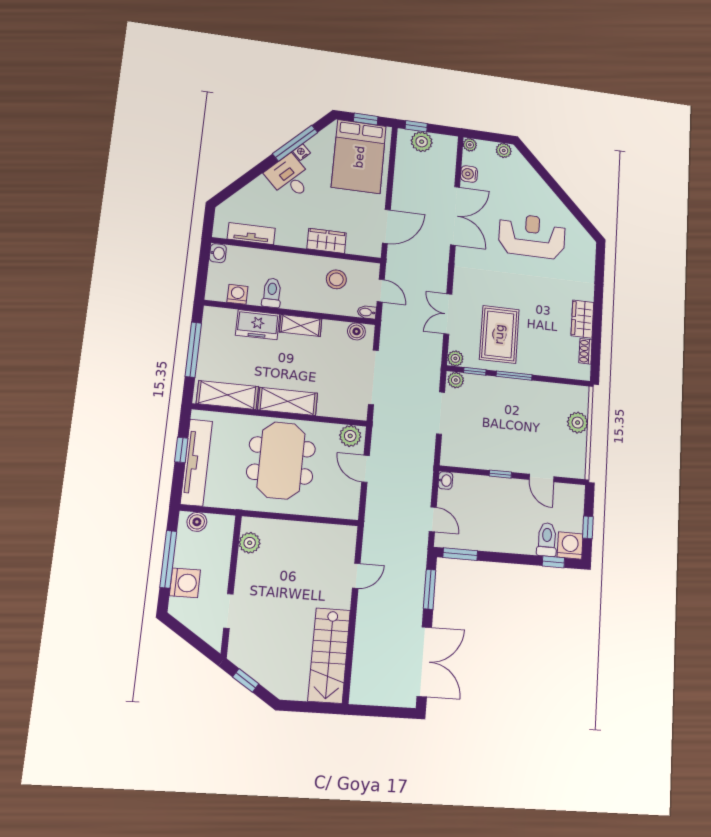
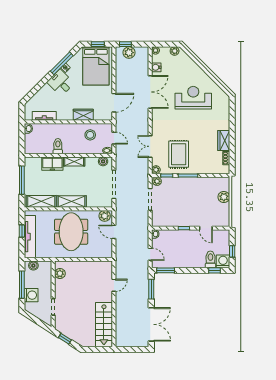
washing machine: (237, 294) -> (41, 149), removed

